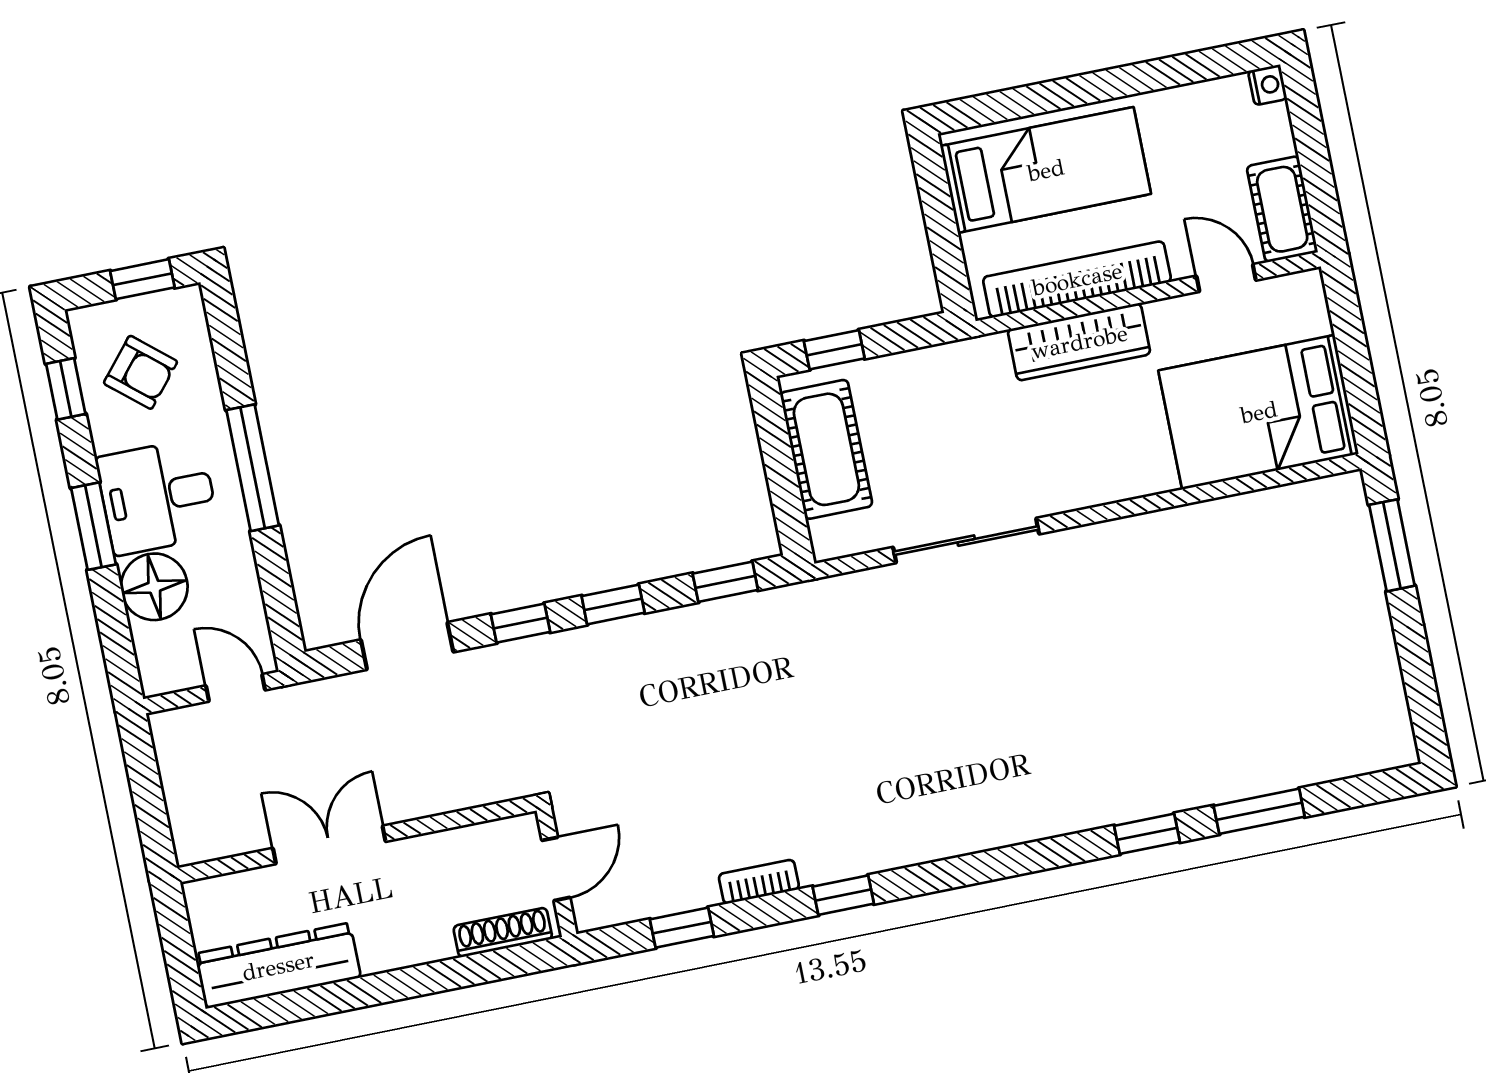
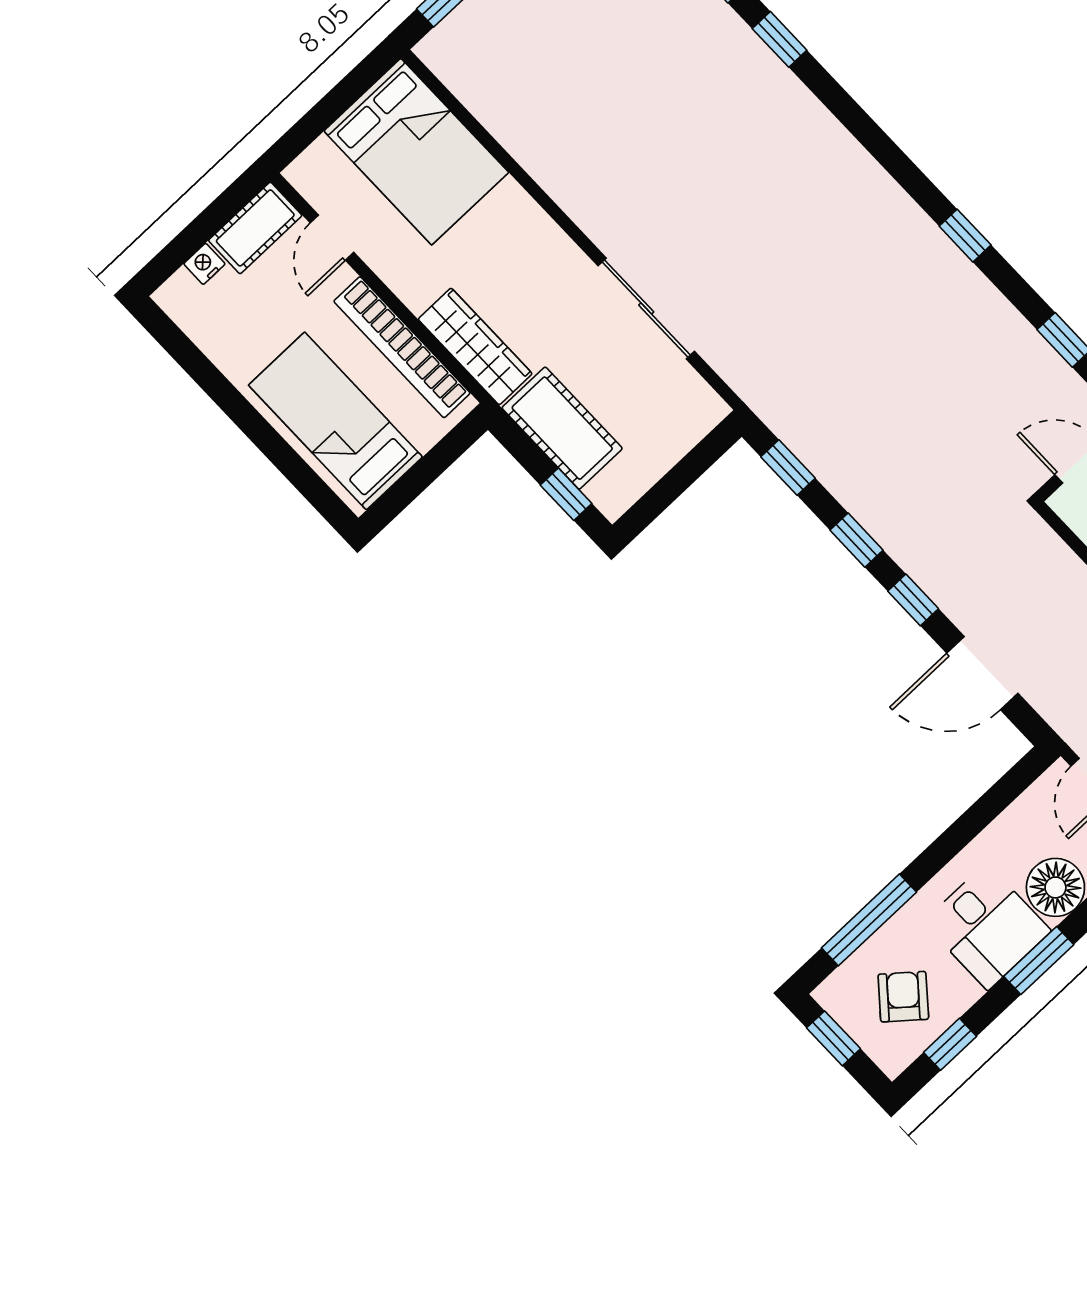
nightstand: (1267, 85) -> (204, 264), moved
wardrobe: (1079, 342) -> (475, 346), moved
cot: (826, 449) -> (562, 428), moved, turned 90
window: (253, 468) -> (869, 920), moved
bookcase: (759, 882) -> (994, 304), removed

